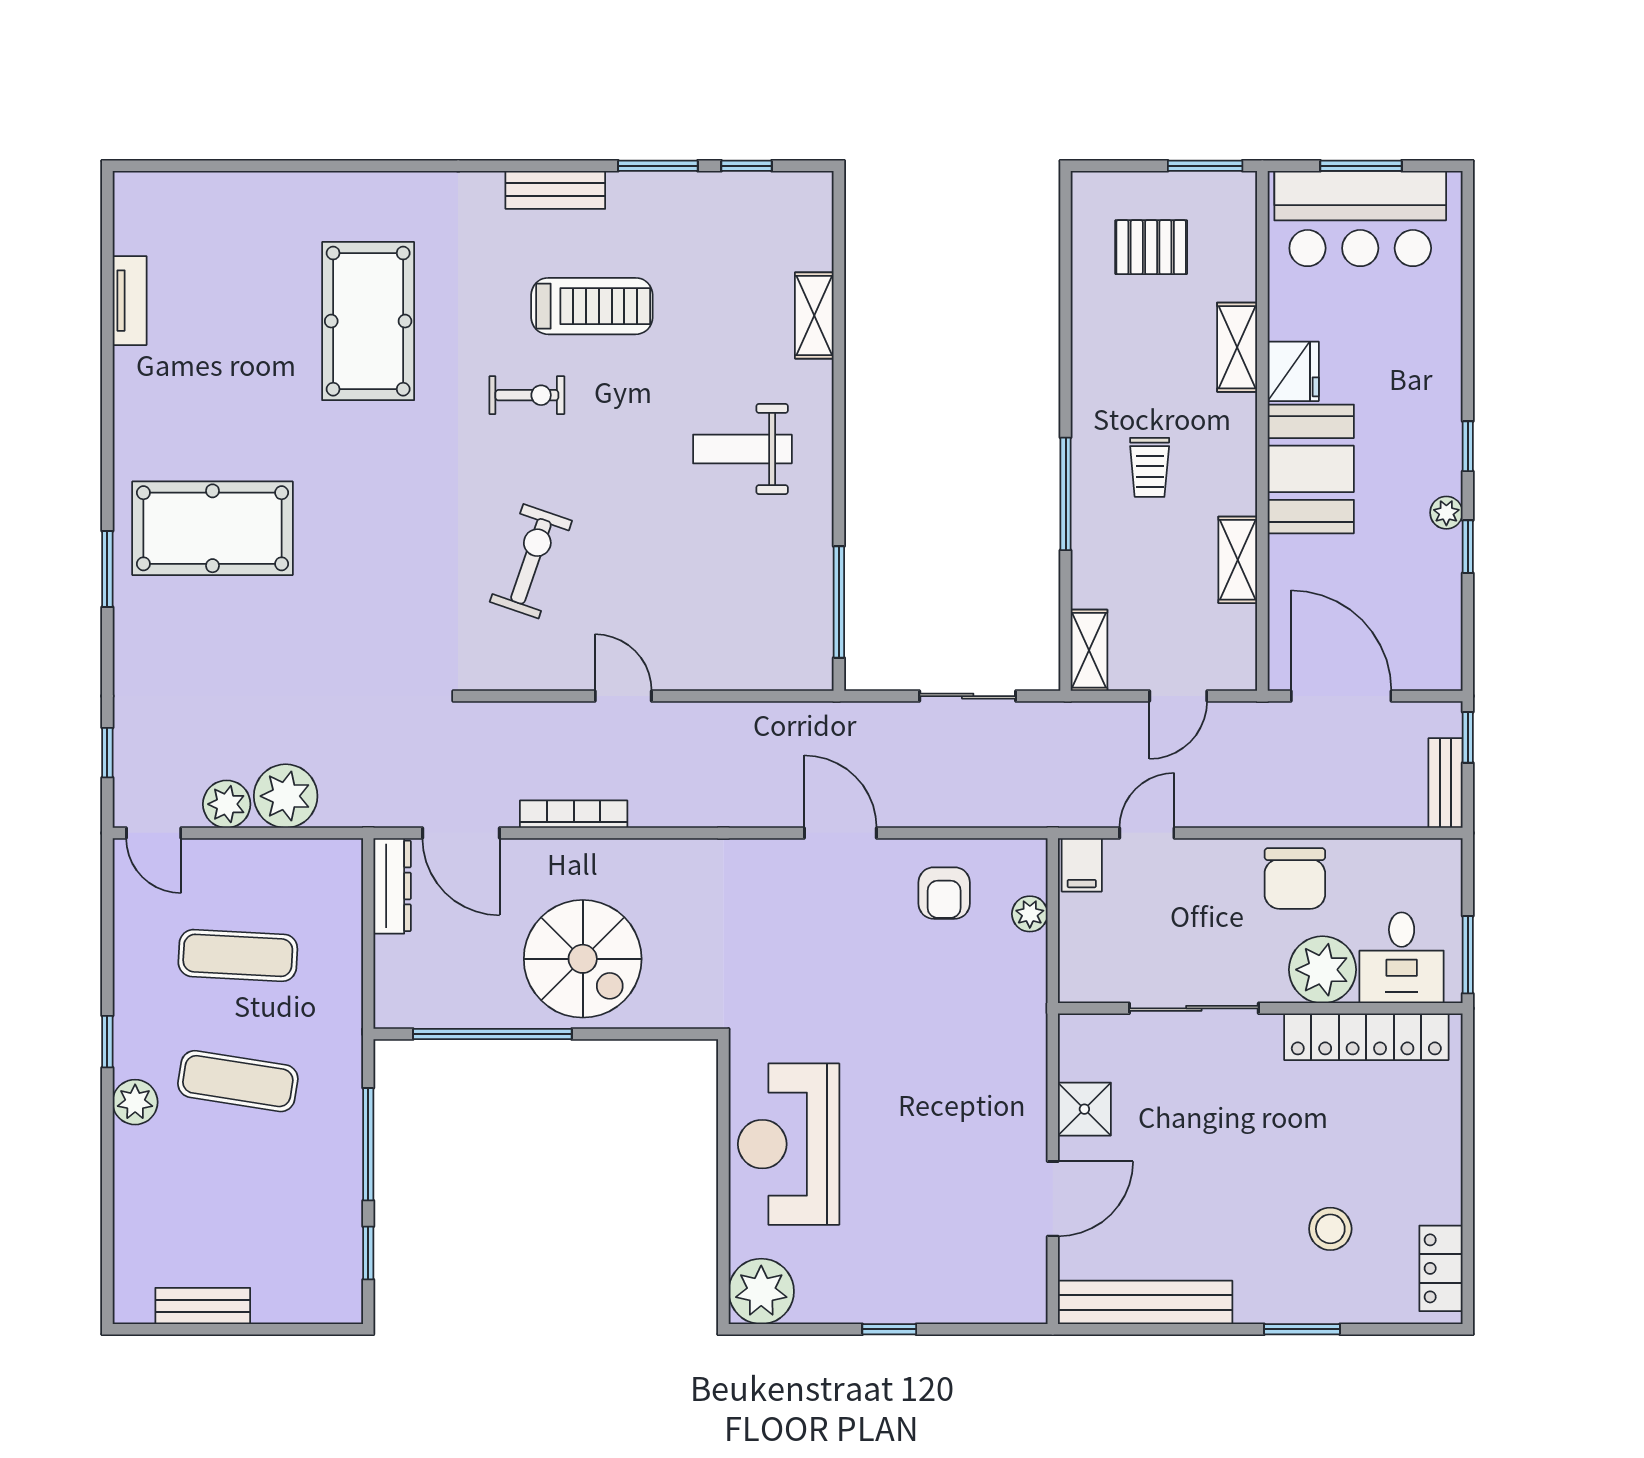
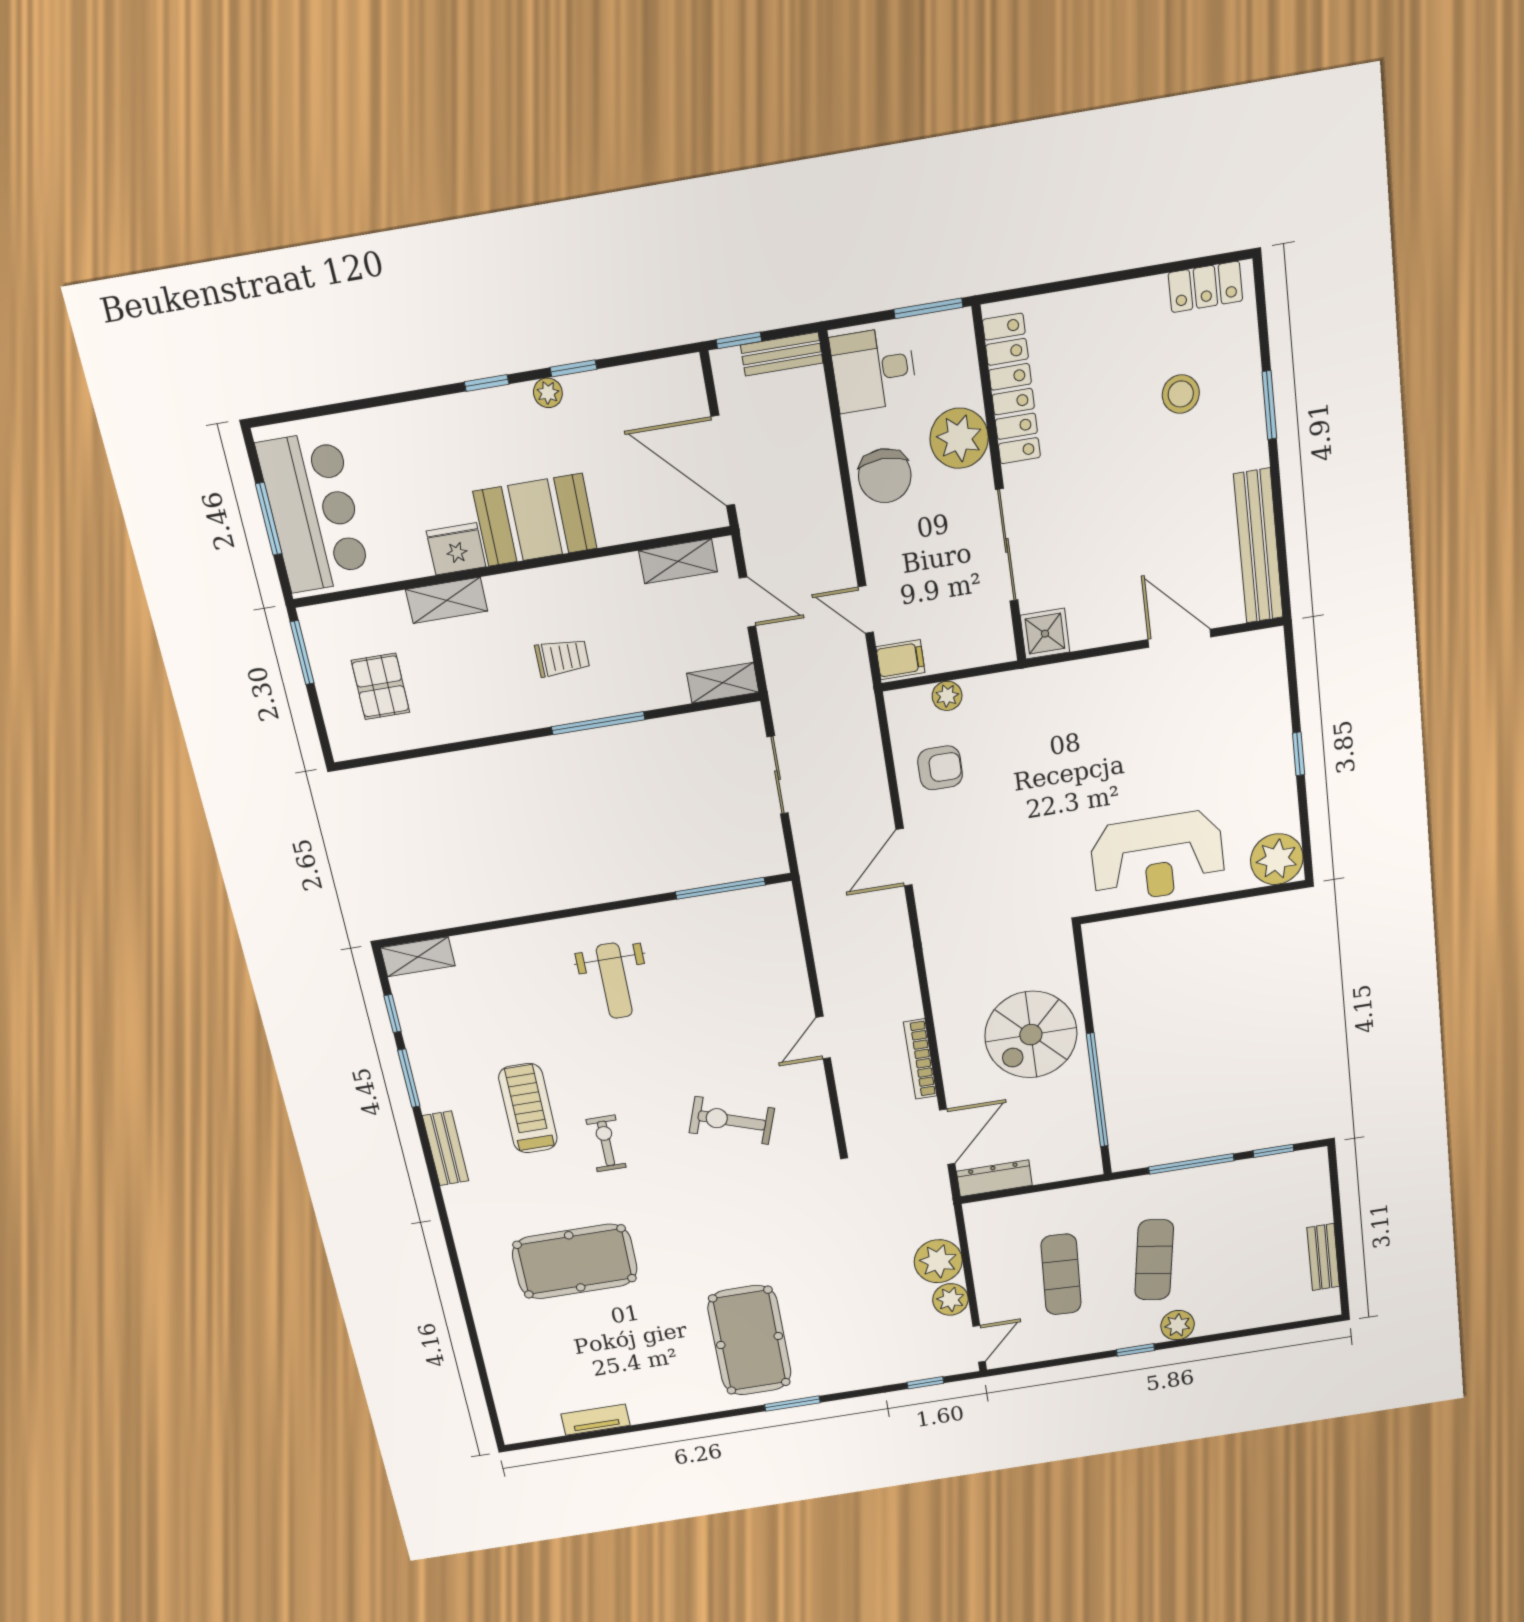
shelving: (814, 315) -> (418, 957), moved
shelving: (1238, 560) -> (678, 561), moved
door: (1341, 696) -> (723, 461), hinge flipped
chair: (1295, 878) -> (885, 476), turned 90
desk: (1402, 958) -> (874, 369), moved, turned 180
spiral stairs: (583, 959) -> (1031, 1035), turned 180
shower: (1084, 1109) -> (1045, 634), moved

